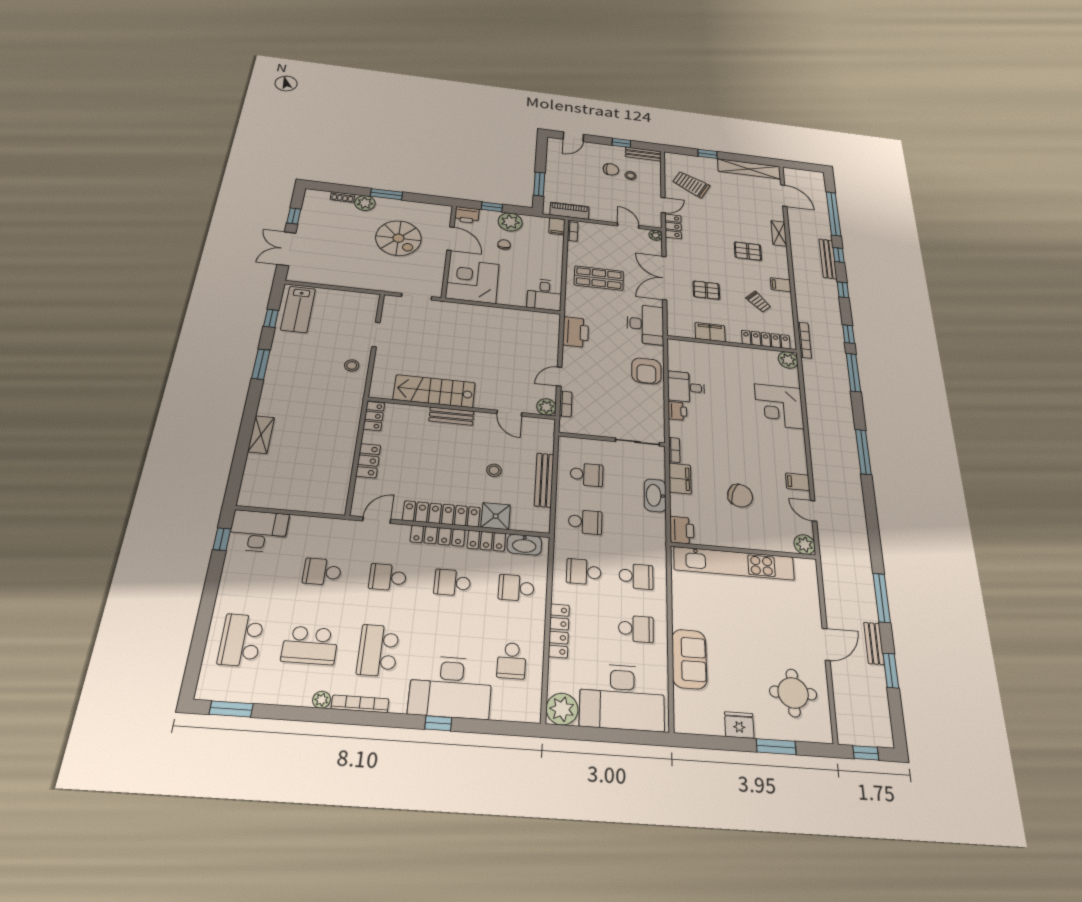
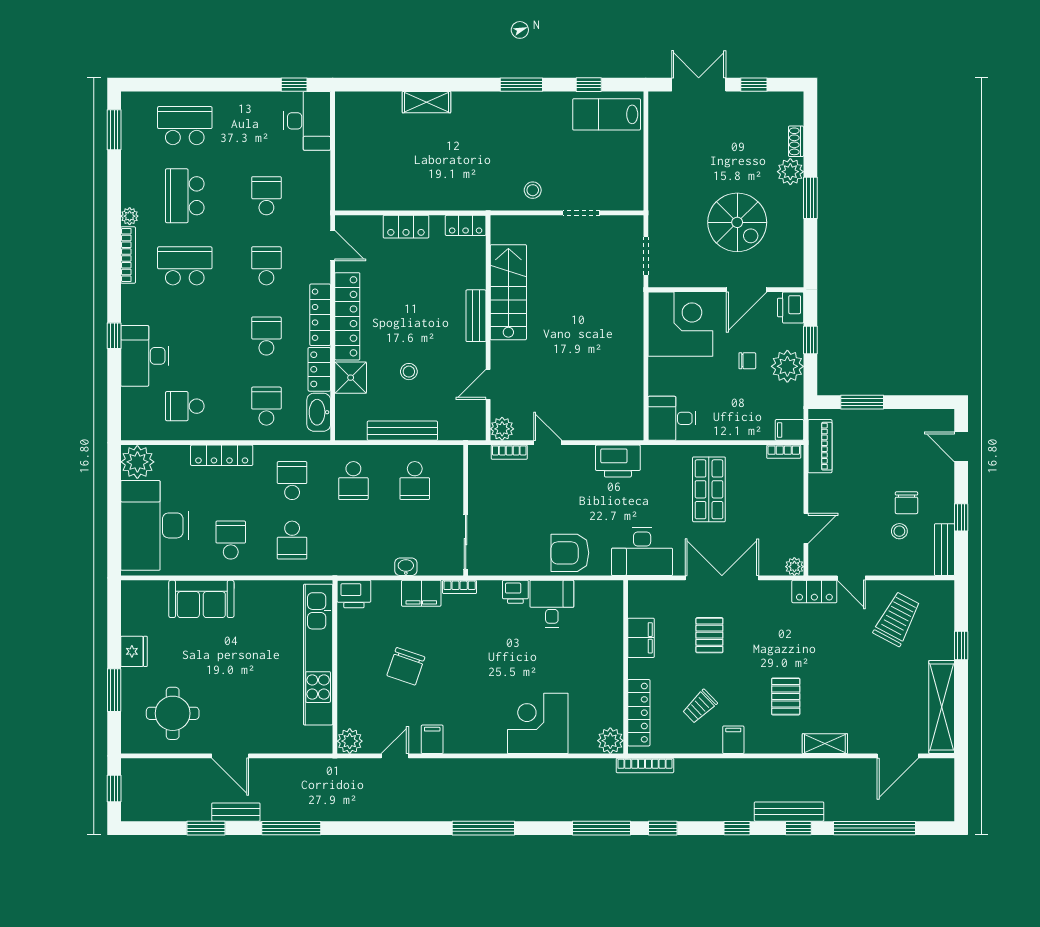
spiral stairs: (398, 238) -> (737, 222), turned -90
washbasin: (655, 495) -> (406, 567), width x0.52, depth x0.69
school desk: (636, 629) -> (231, 540), turned 180
desk: (451, 687) -> (145, 356), width x0.73, depth x0.77

